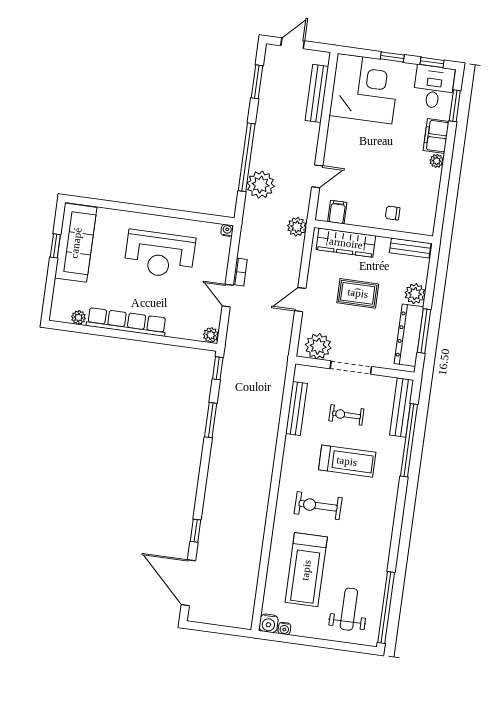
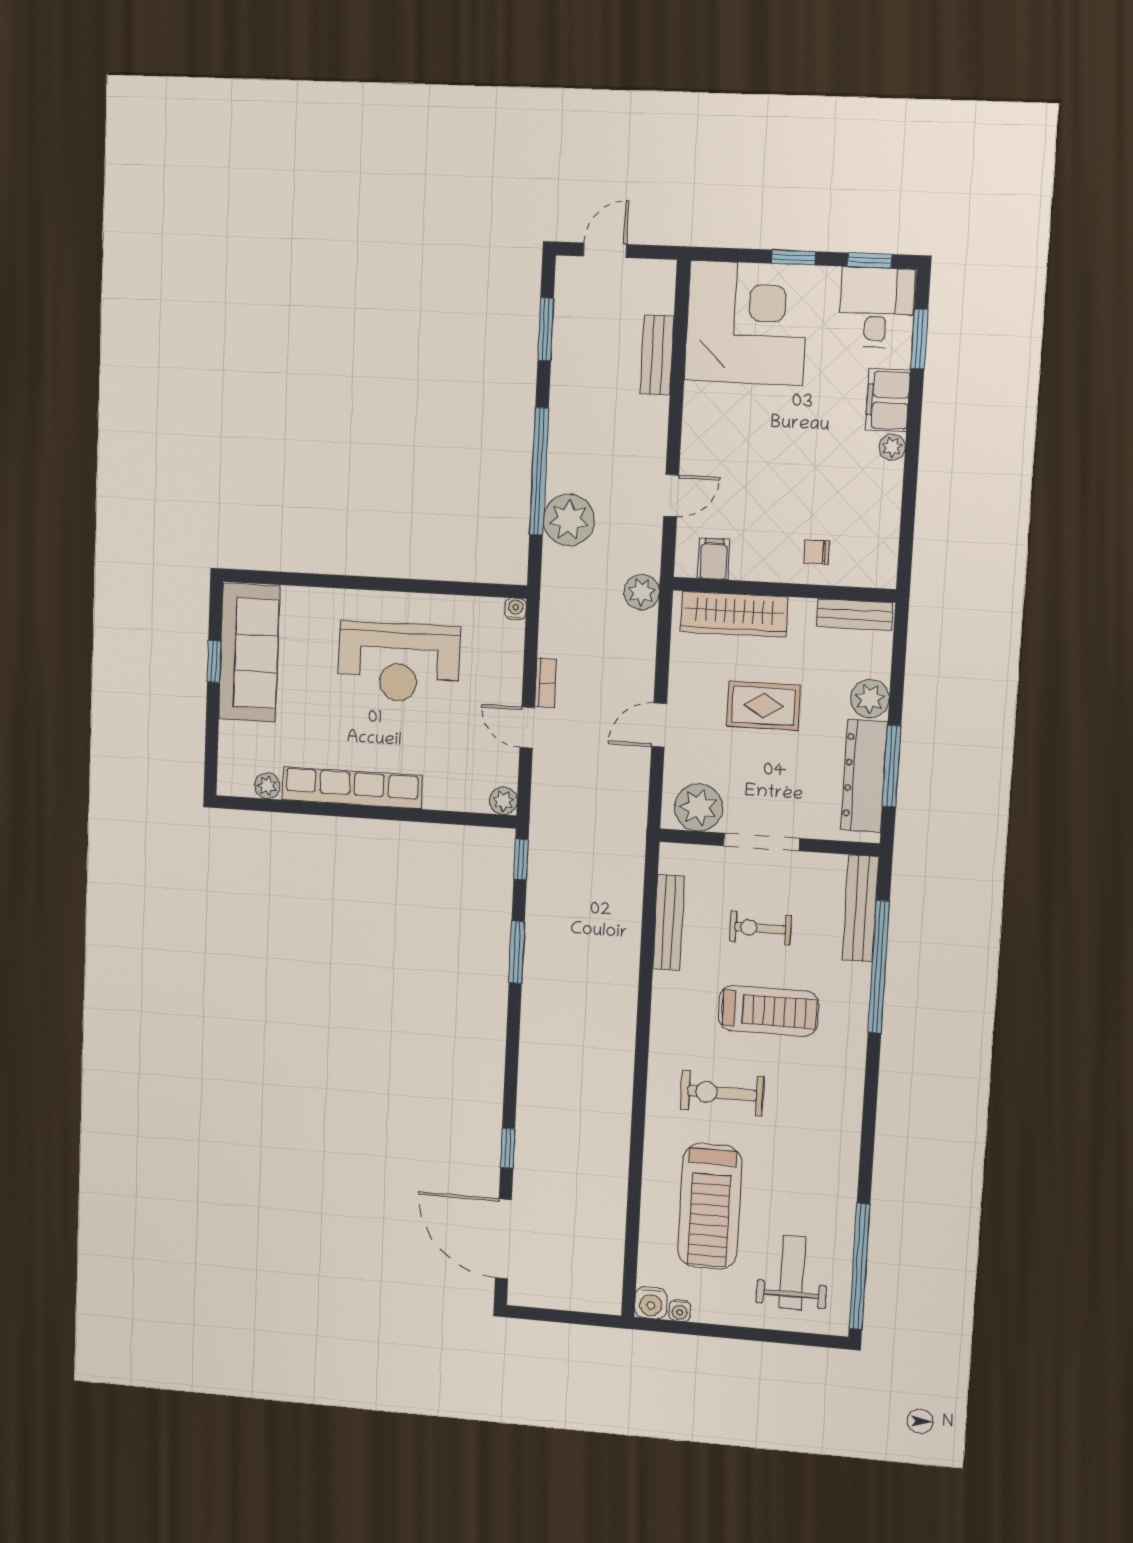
bench: (317, 93) -> (657, 355), width x0.73

